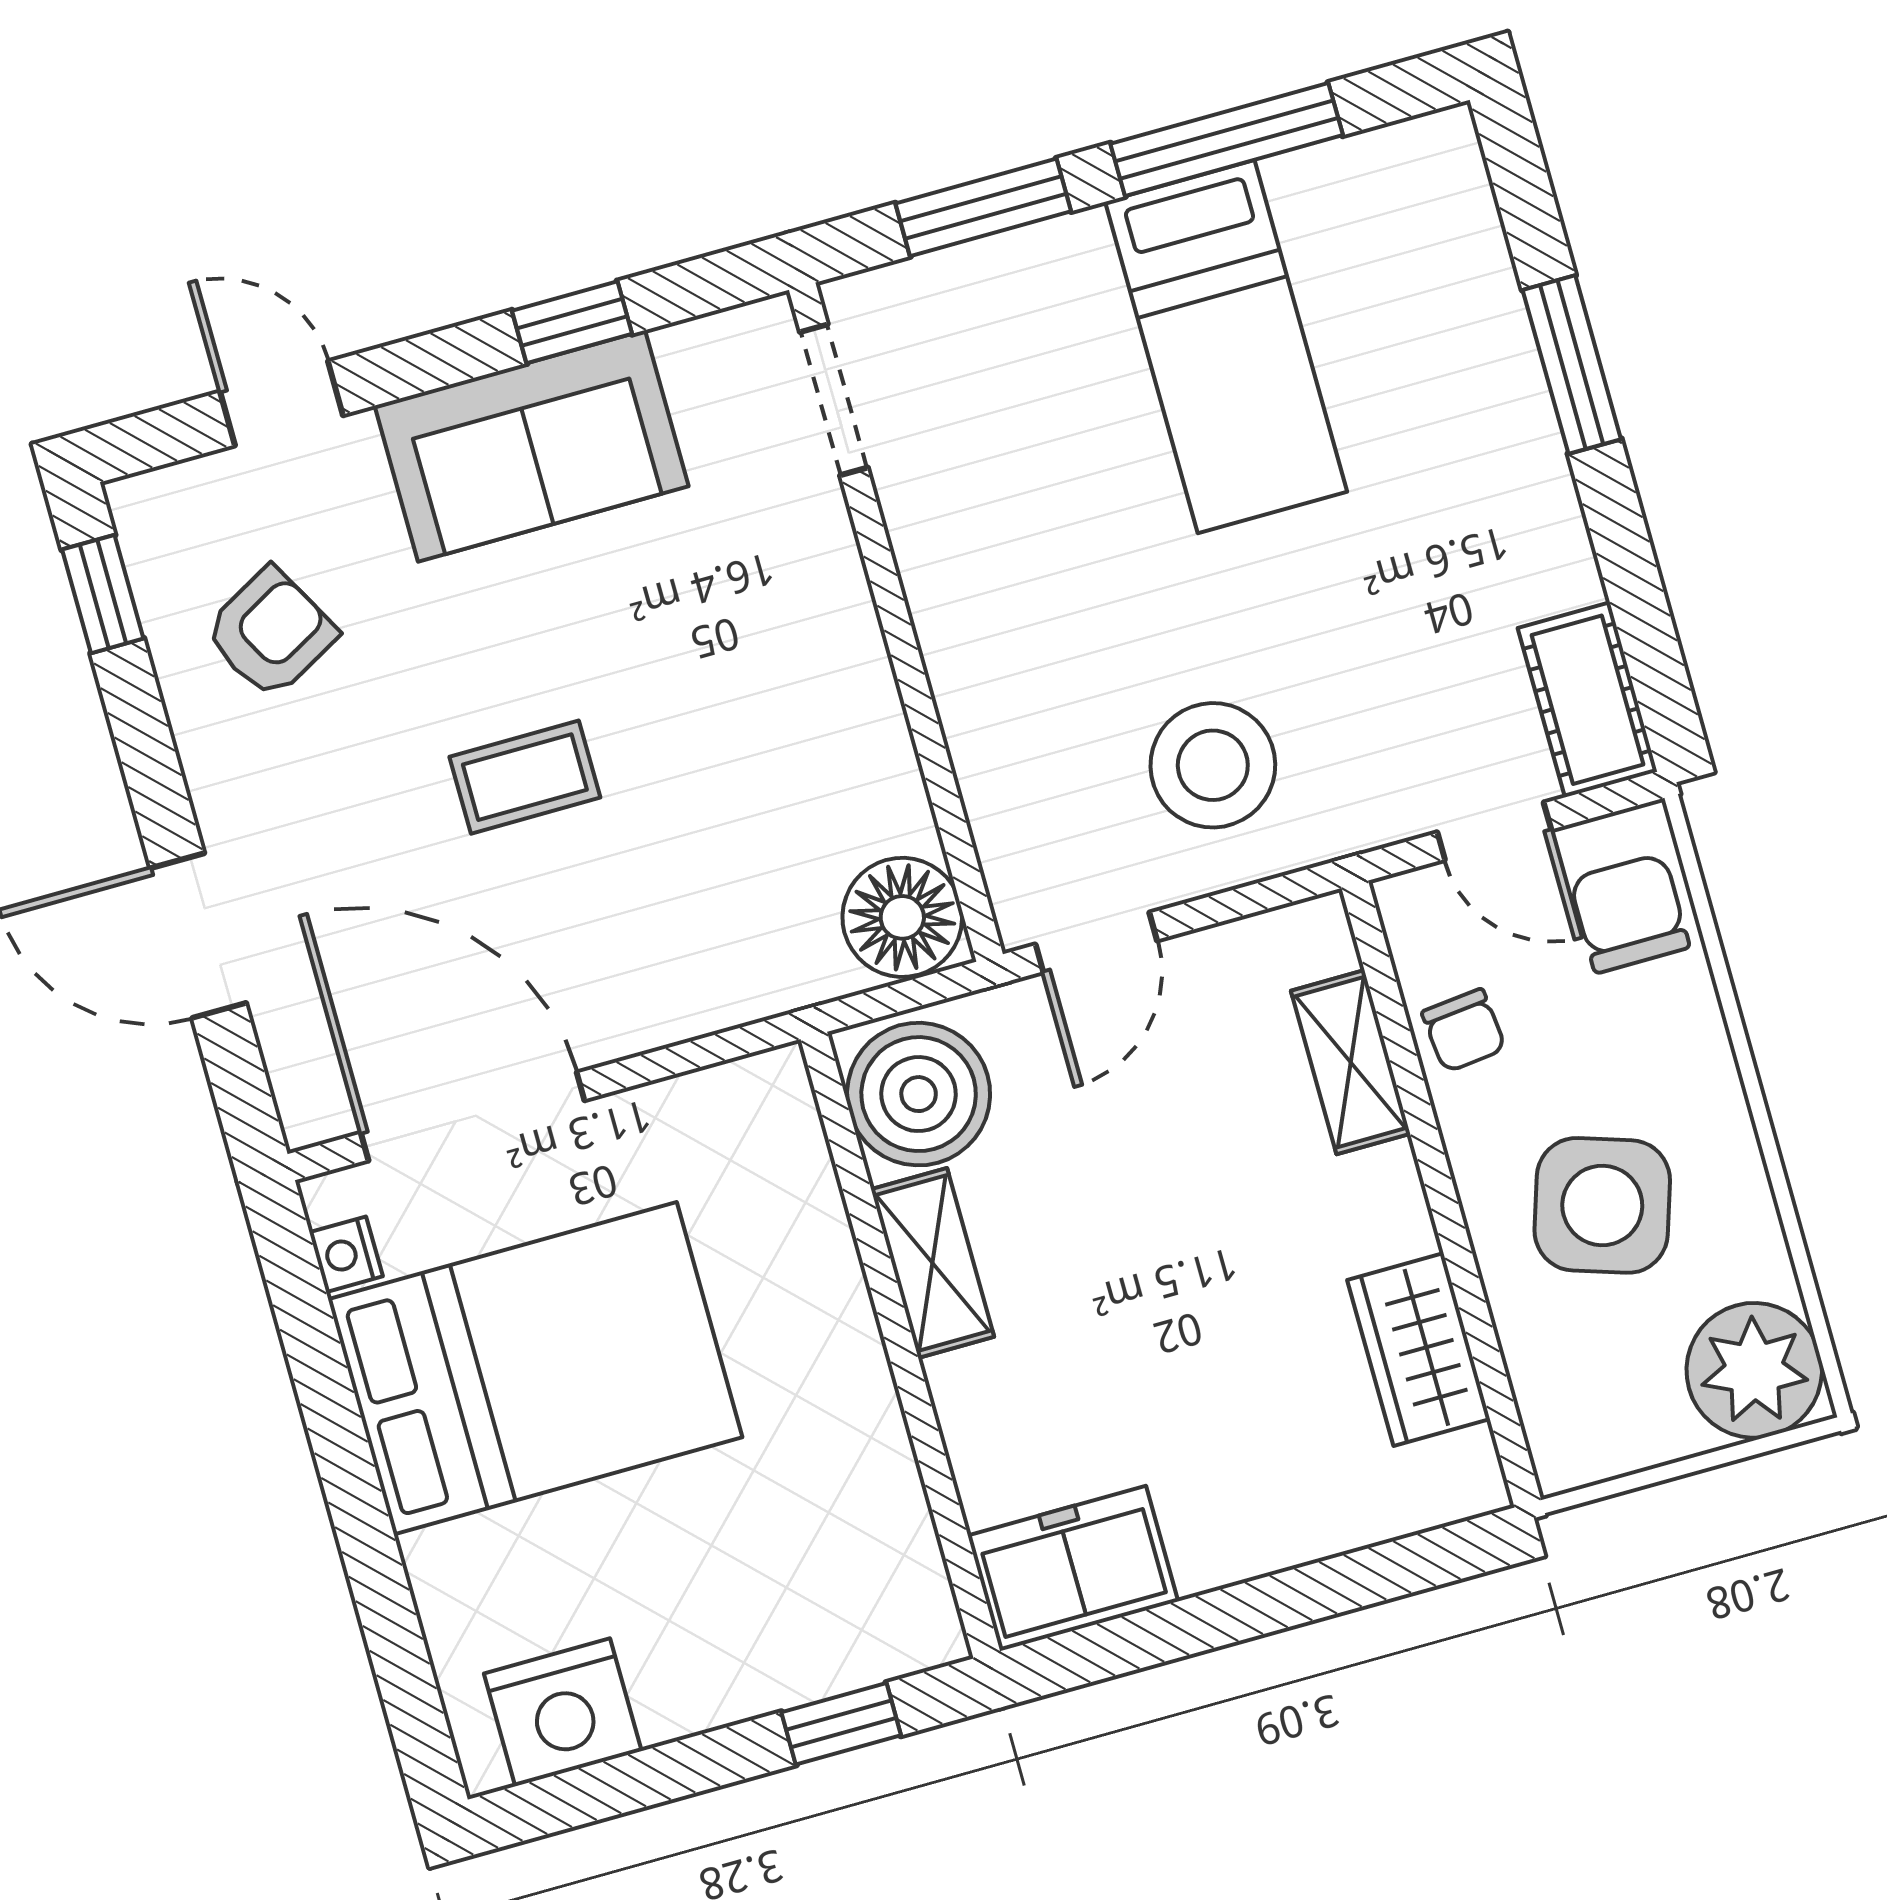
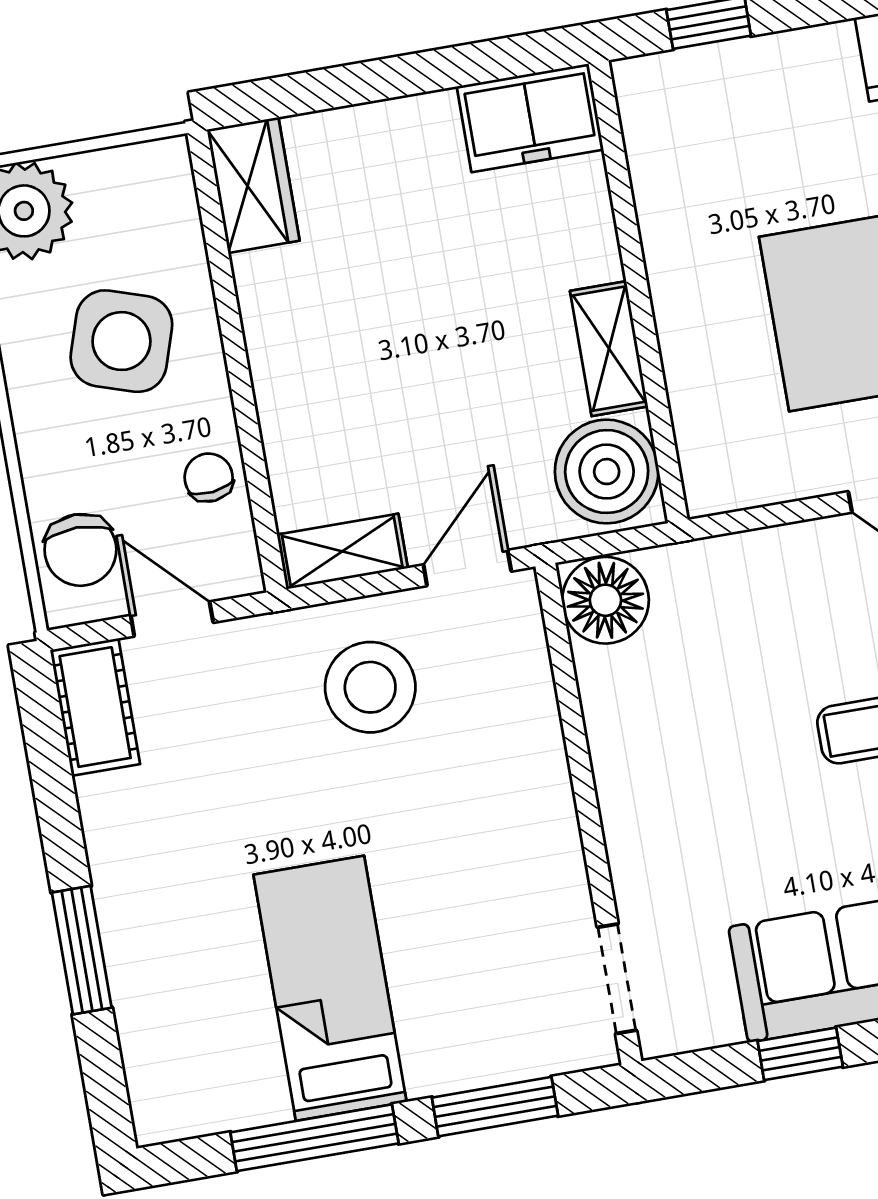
shelving: (1351, 1062) -> (342, 551), moved, turned 90
wardrobe: (1419, 1349) -> (253, 185), moved

